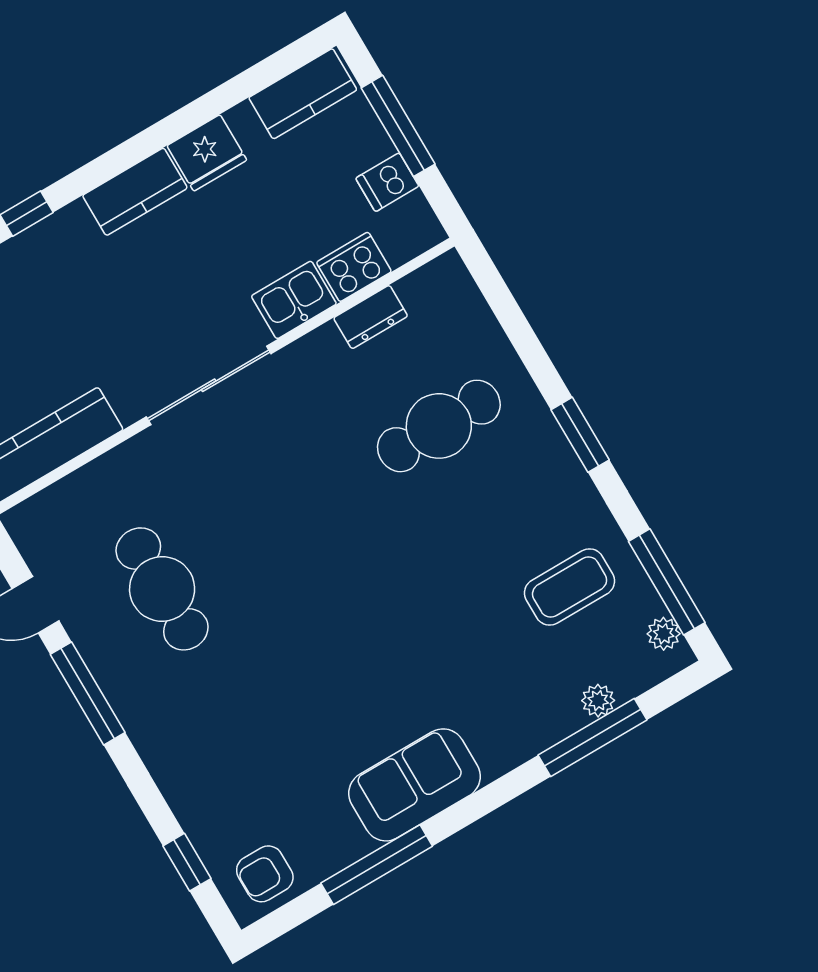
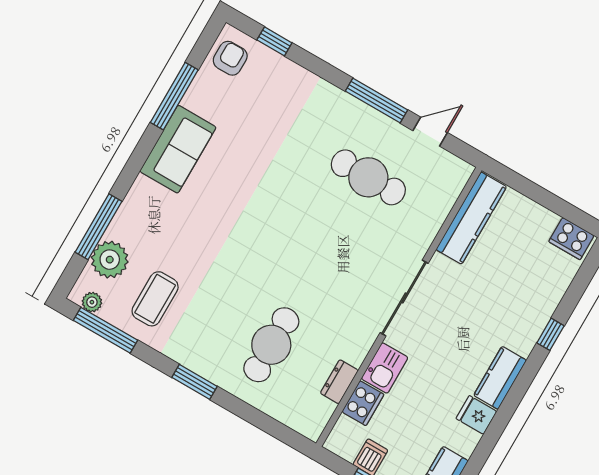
fridge: (207, 153) -> (476, 415), width x0.72
plant: (598, 701) -> (110, 260), width x1.87, depth x1.87

